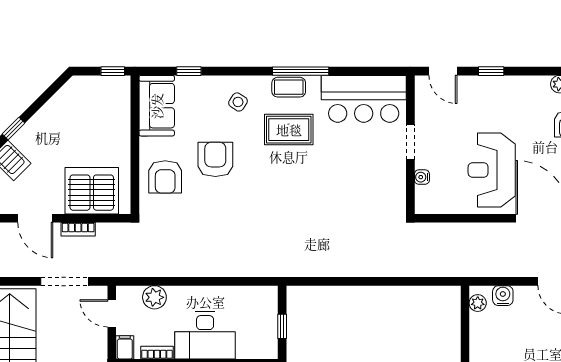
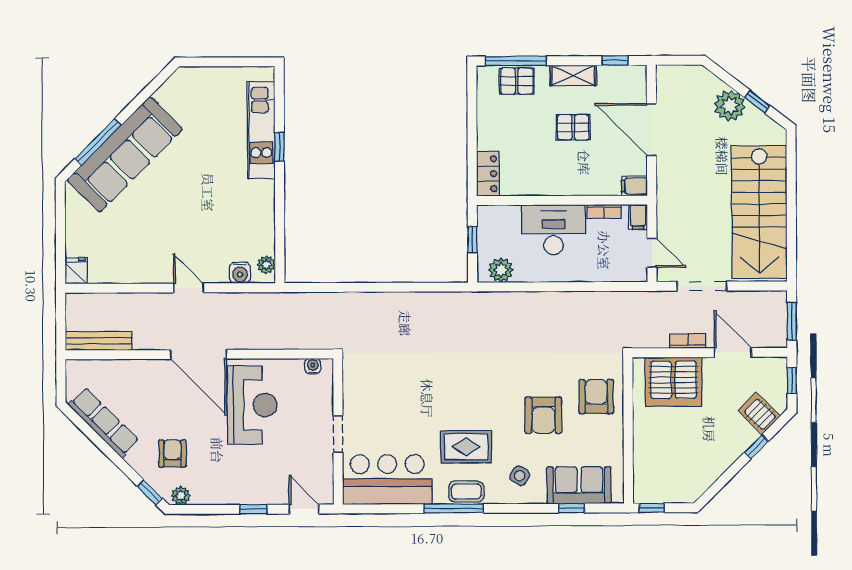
sofa: (157, 106) -> (579, 485), moved, turned 90
water cooler: (422, 177) -> (313, 366), moved, turned -90
plant: (154, 297) -> (501, 270), moved

